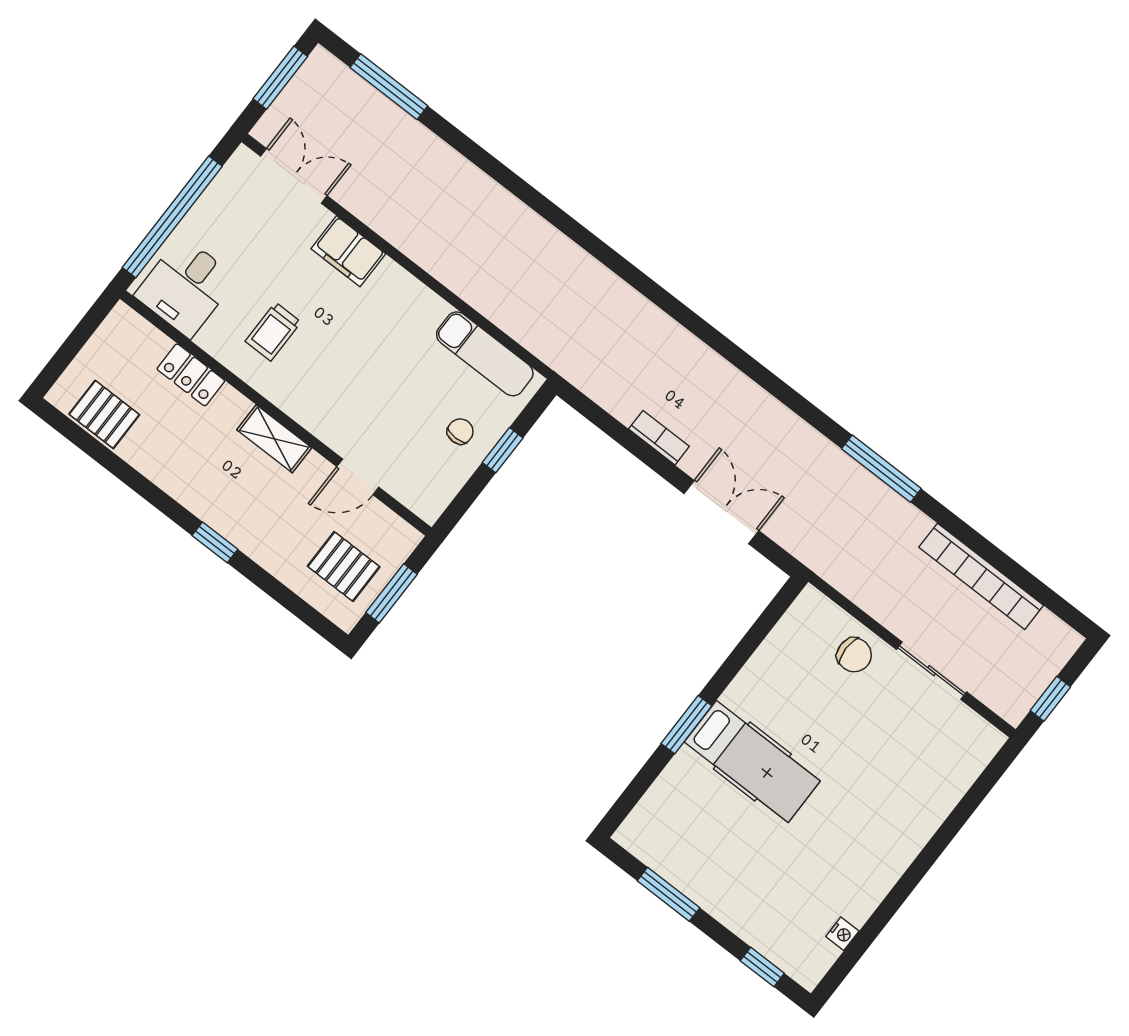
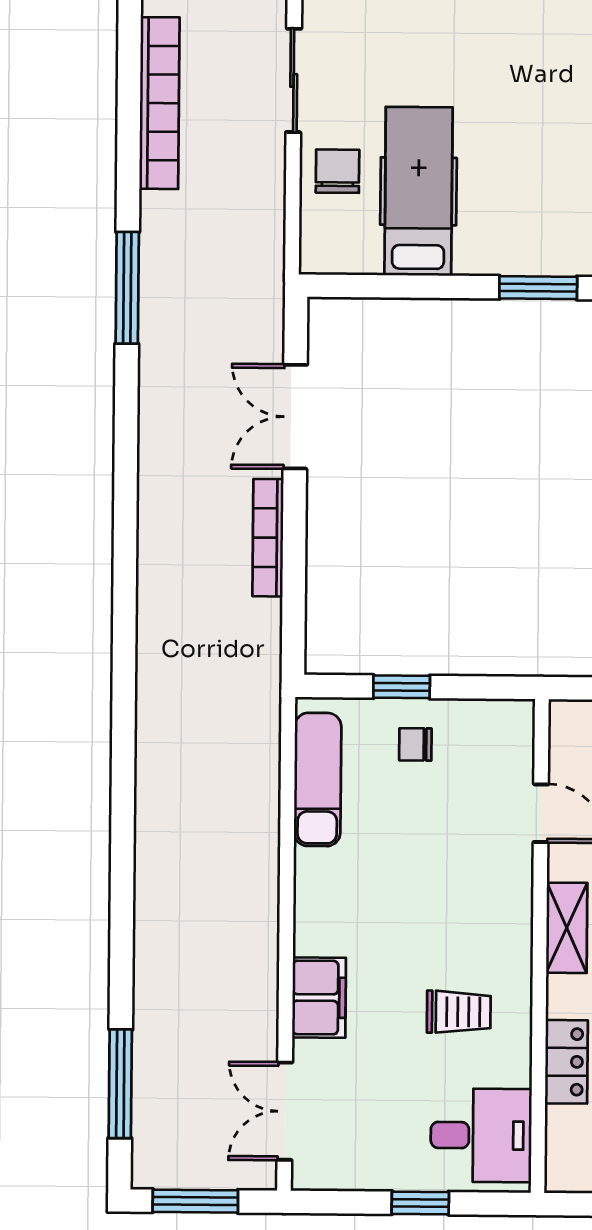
window: (172, 217) -> (420, 1203), width x0.32
bookcase: (659, 438) -> (268, 538), width x1.56
hospital bed: (752, 761) -> (419, 191), moved

